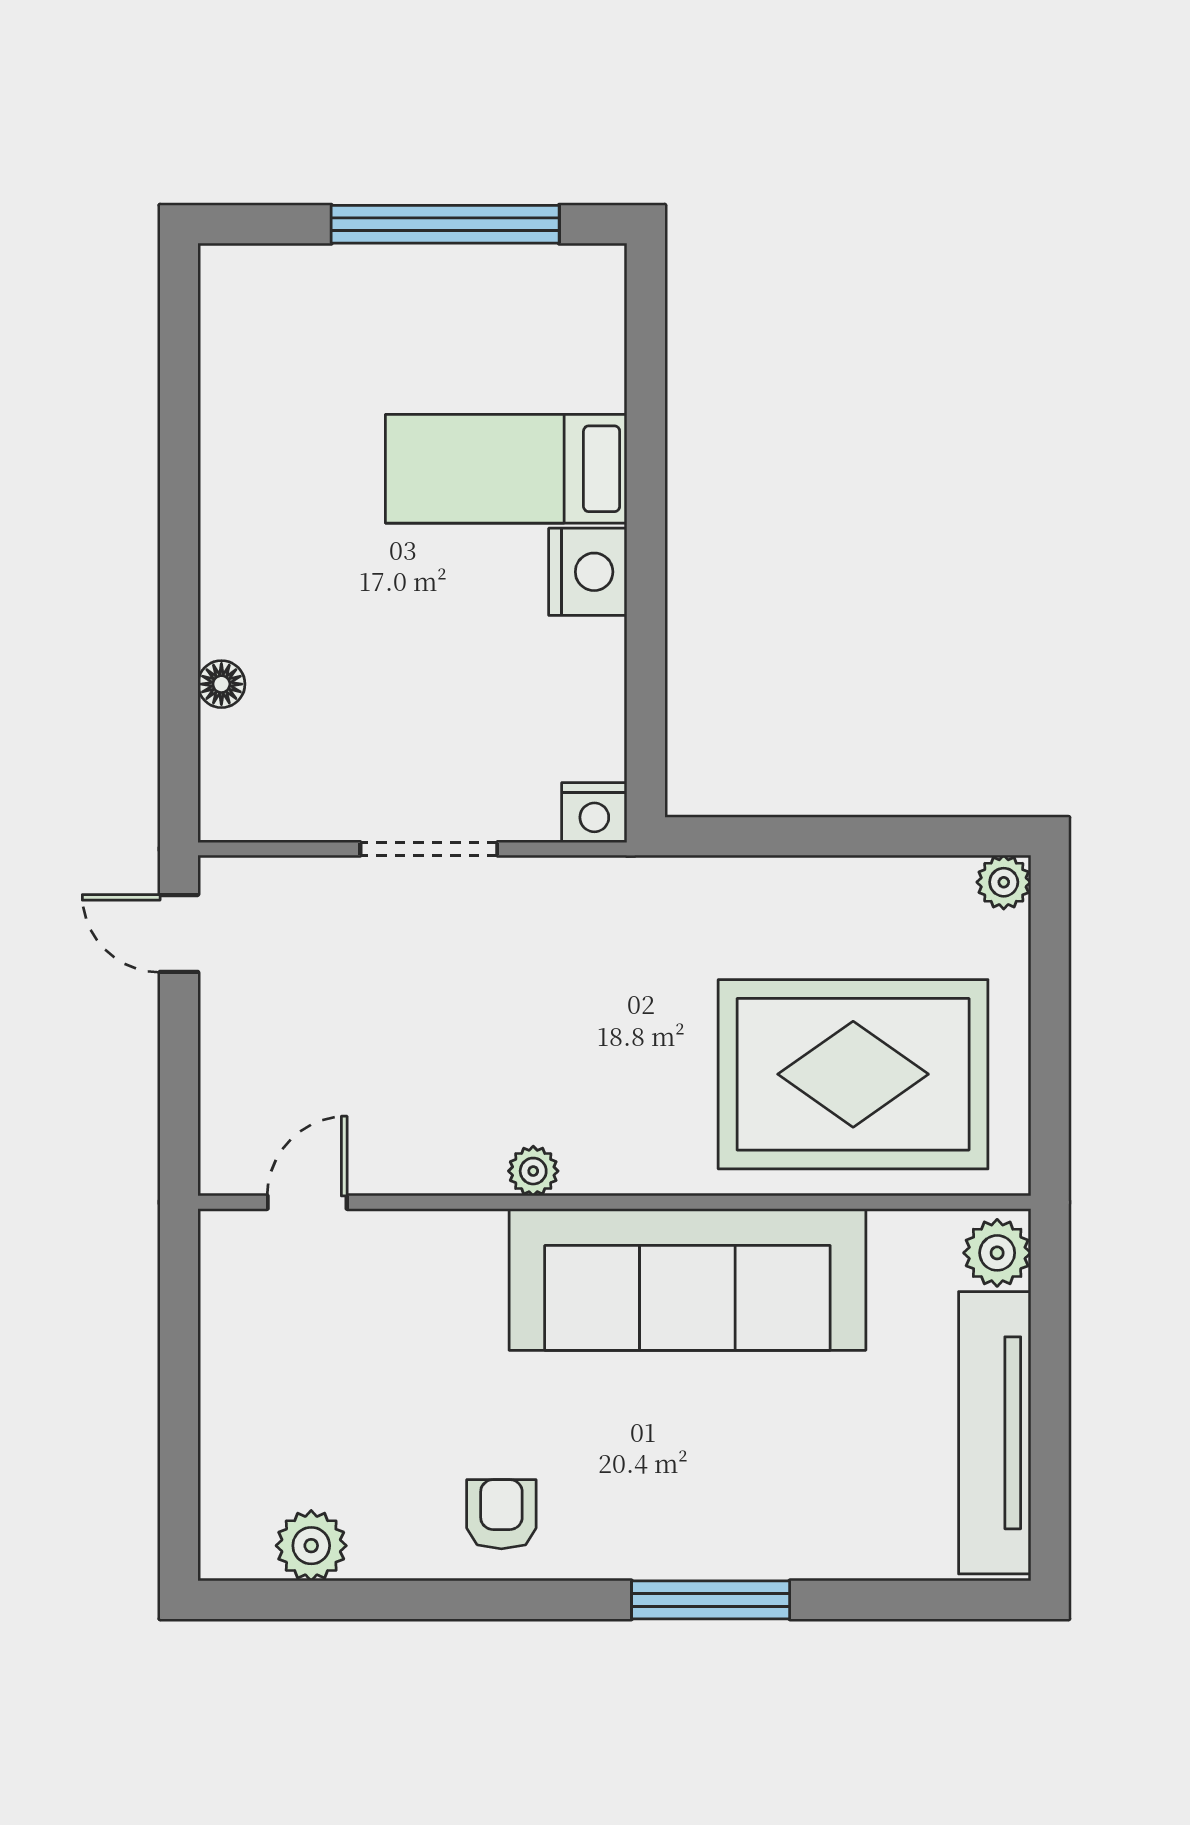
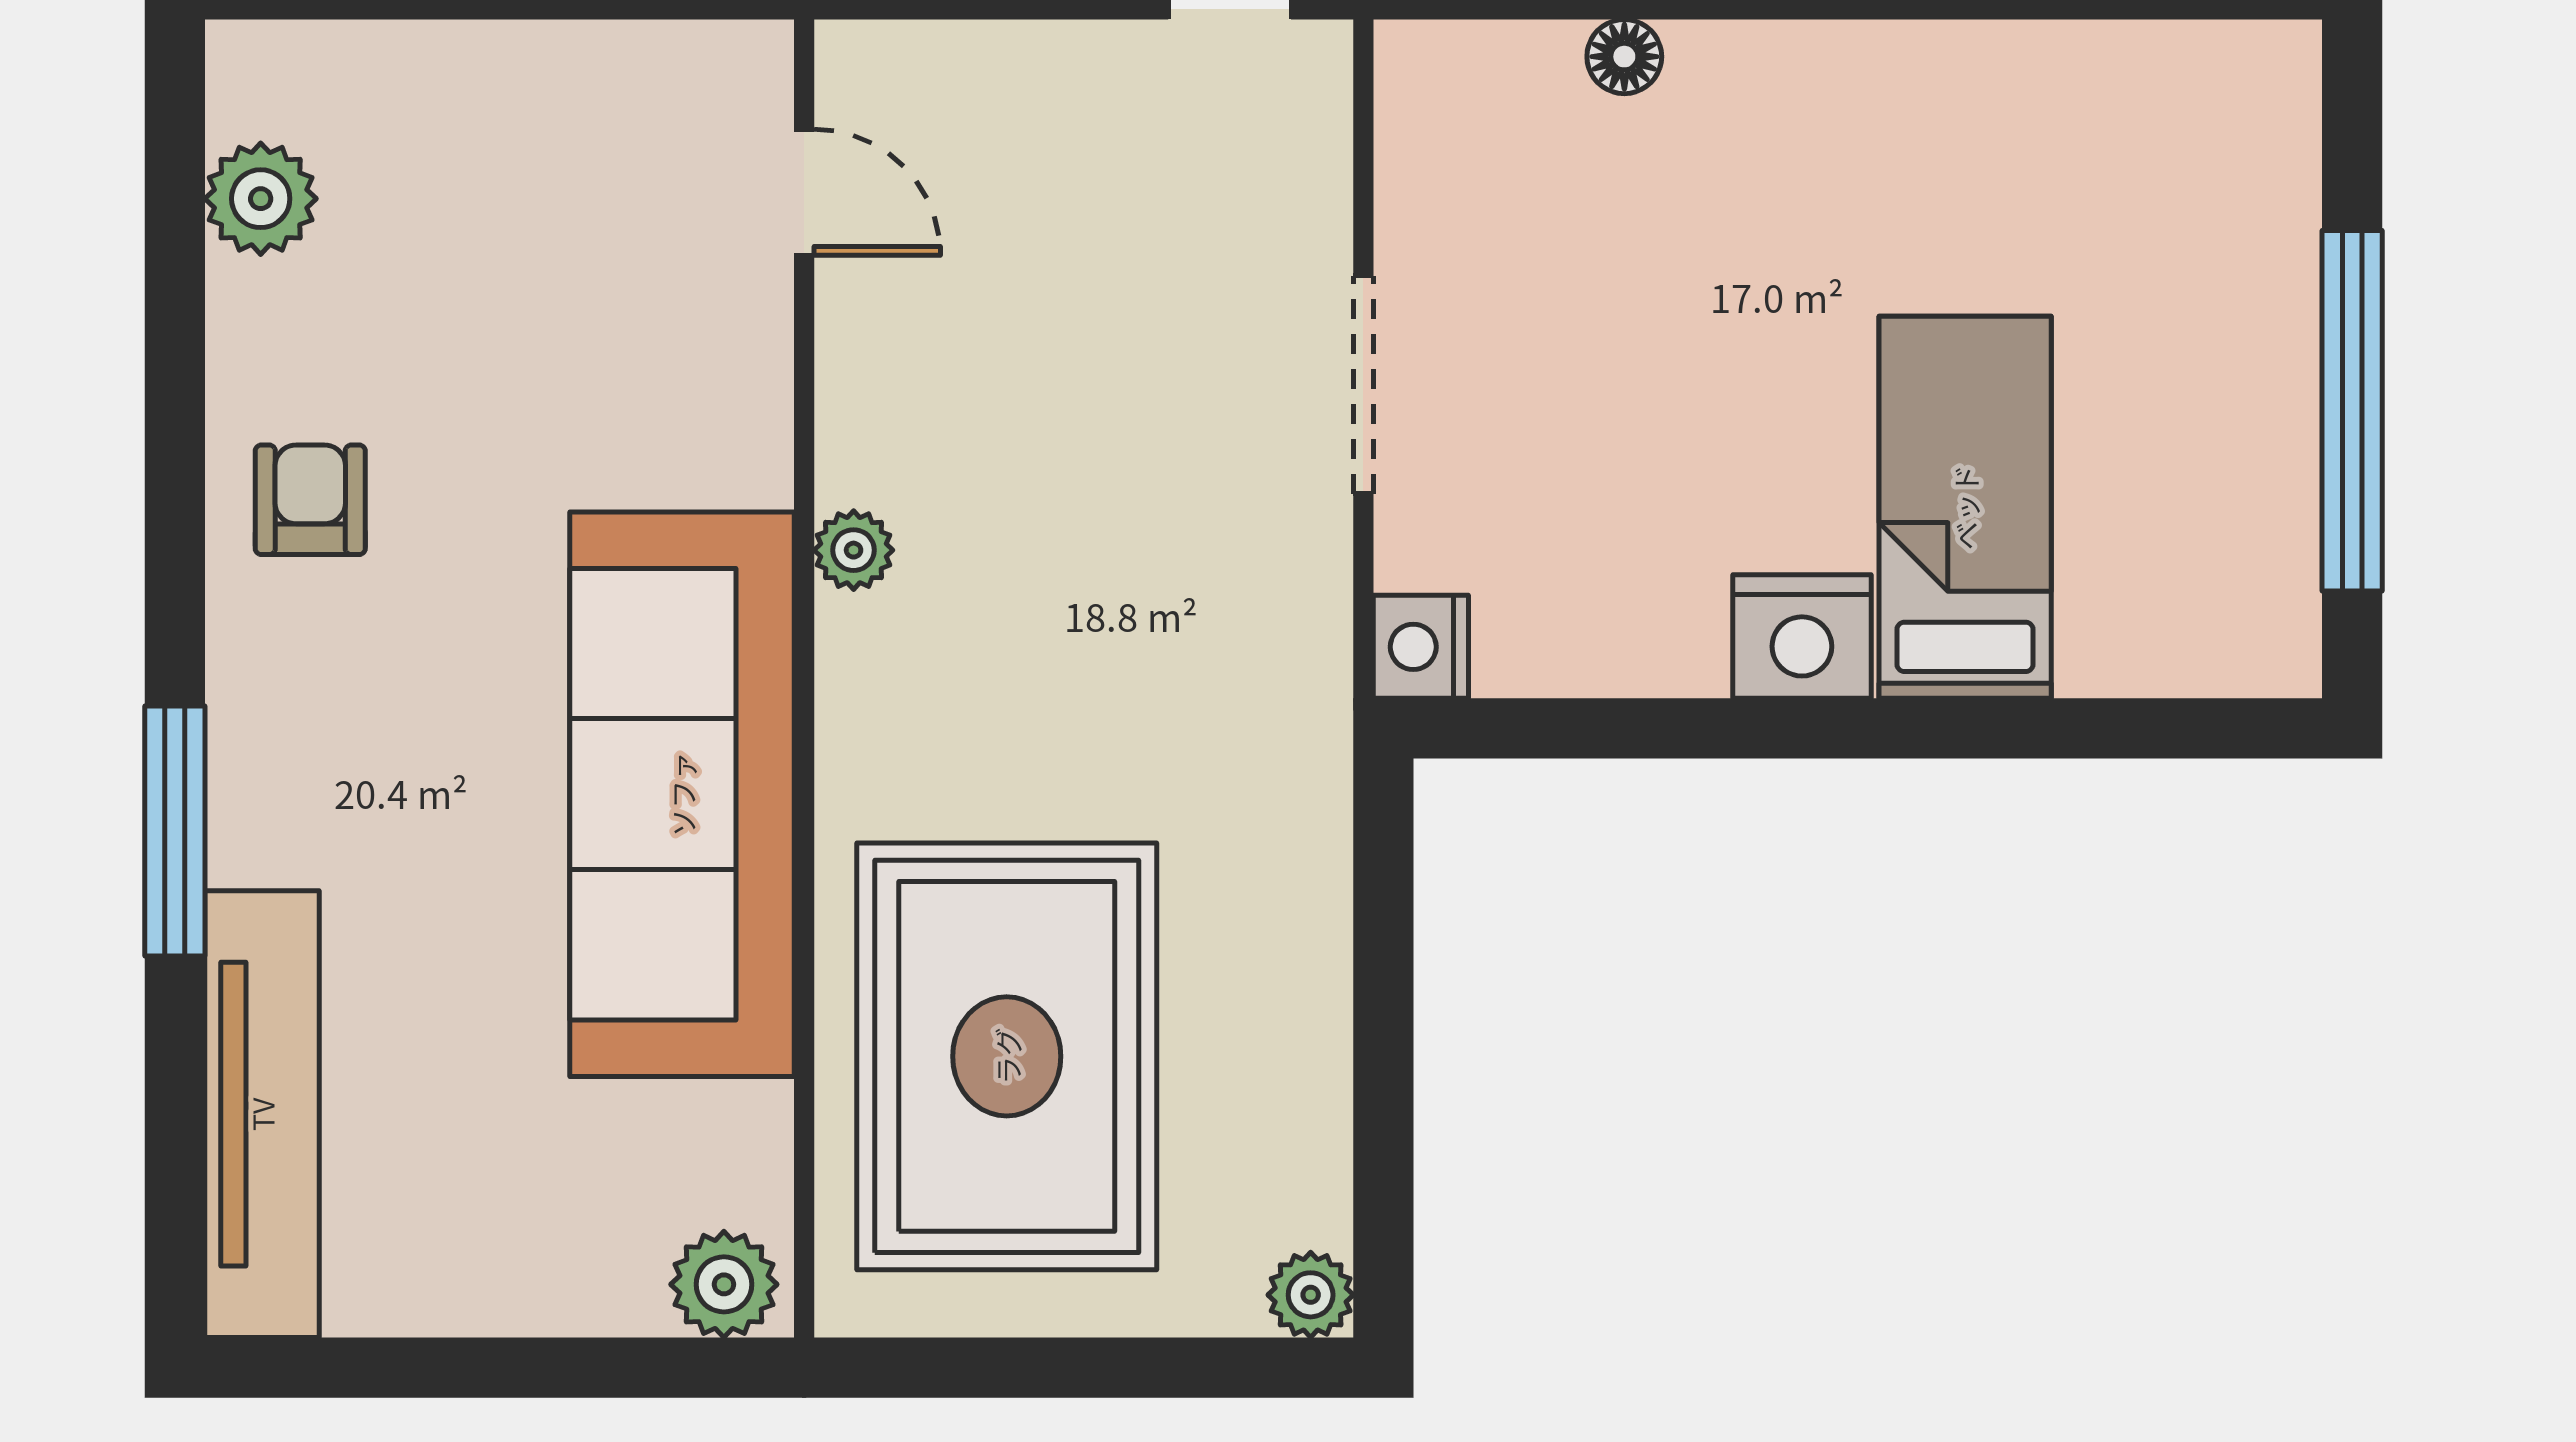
tv unit: (995, 1433) -> (262, 1114), moved, turned 90
armchair: (501, 1514) -> (310, 500), turned -90

